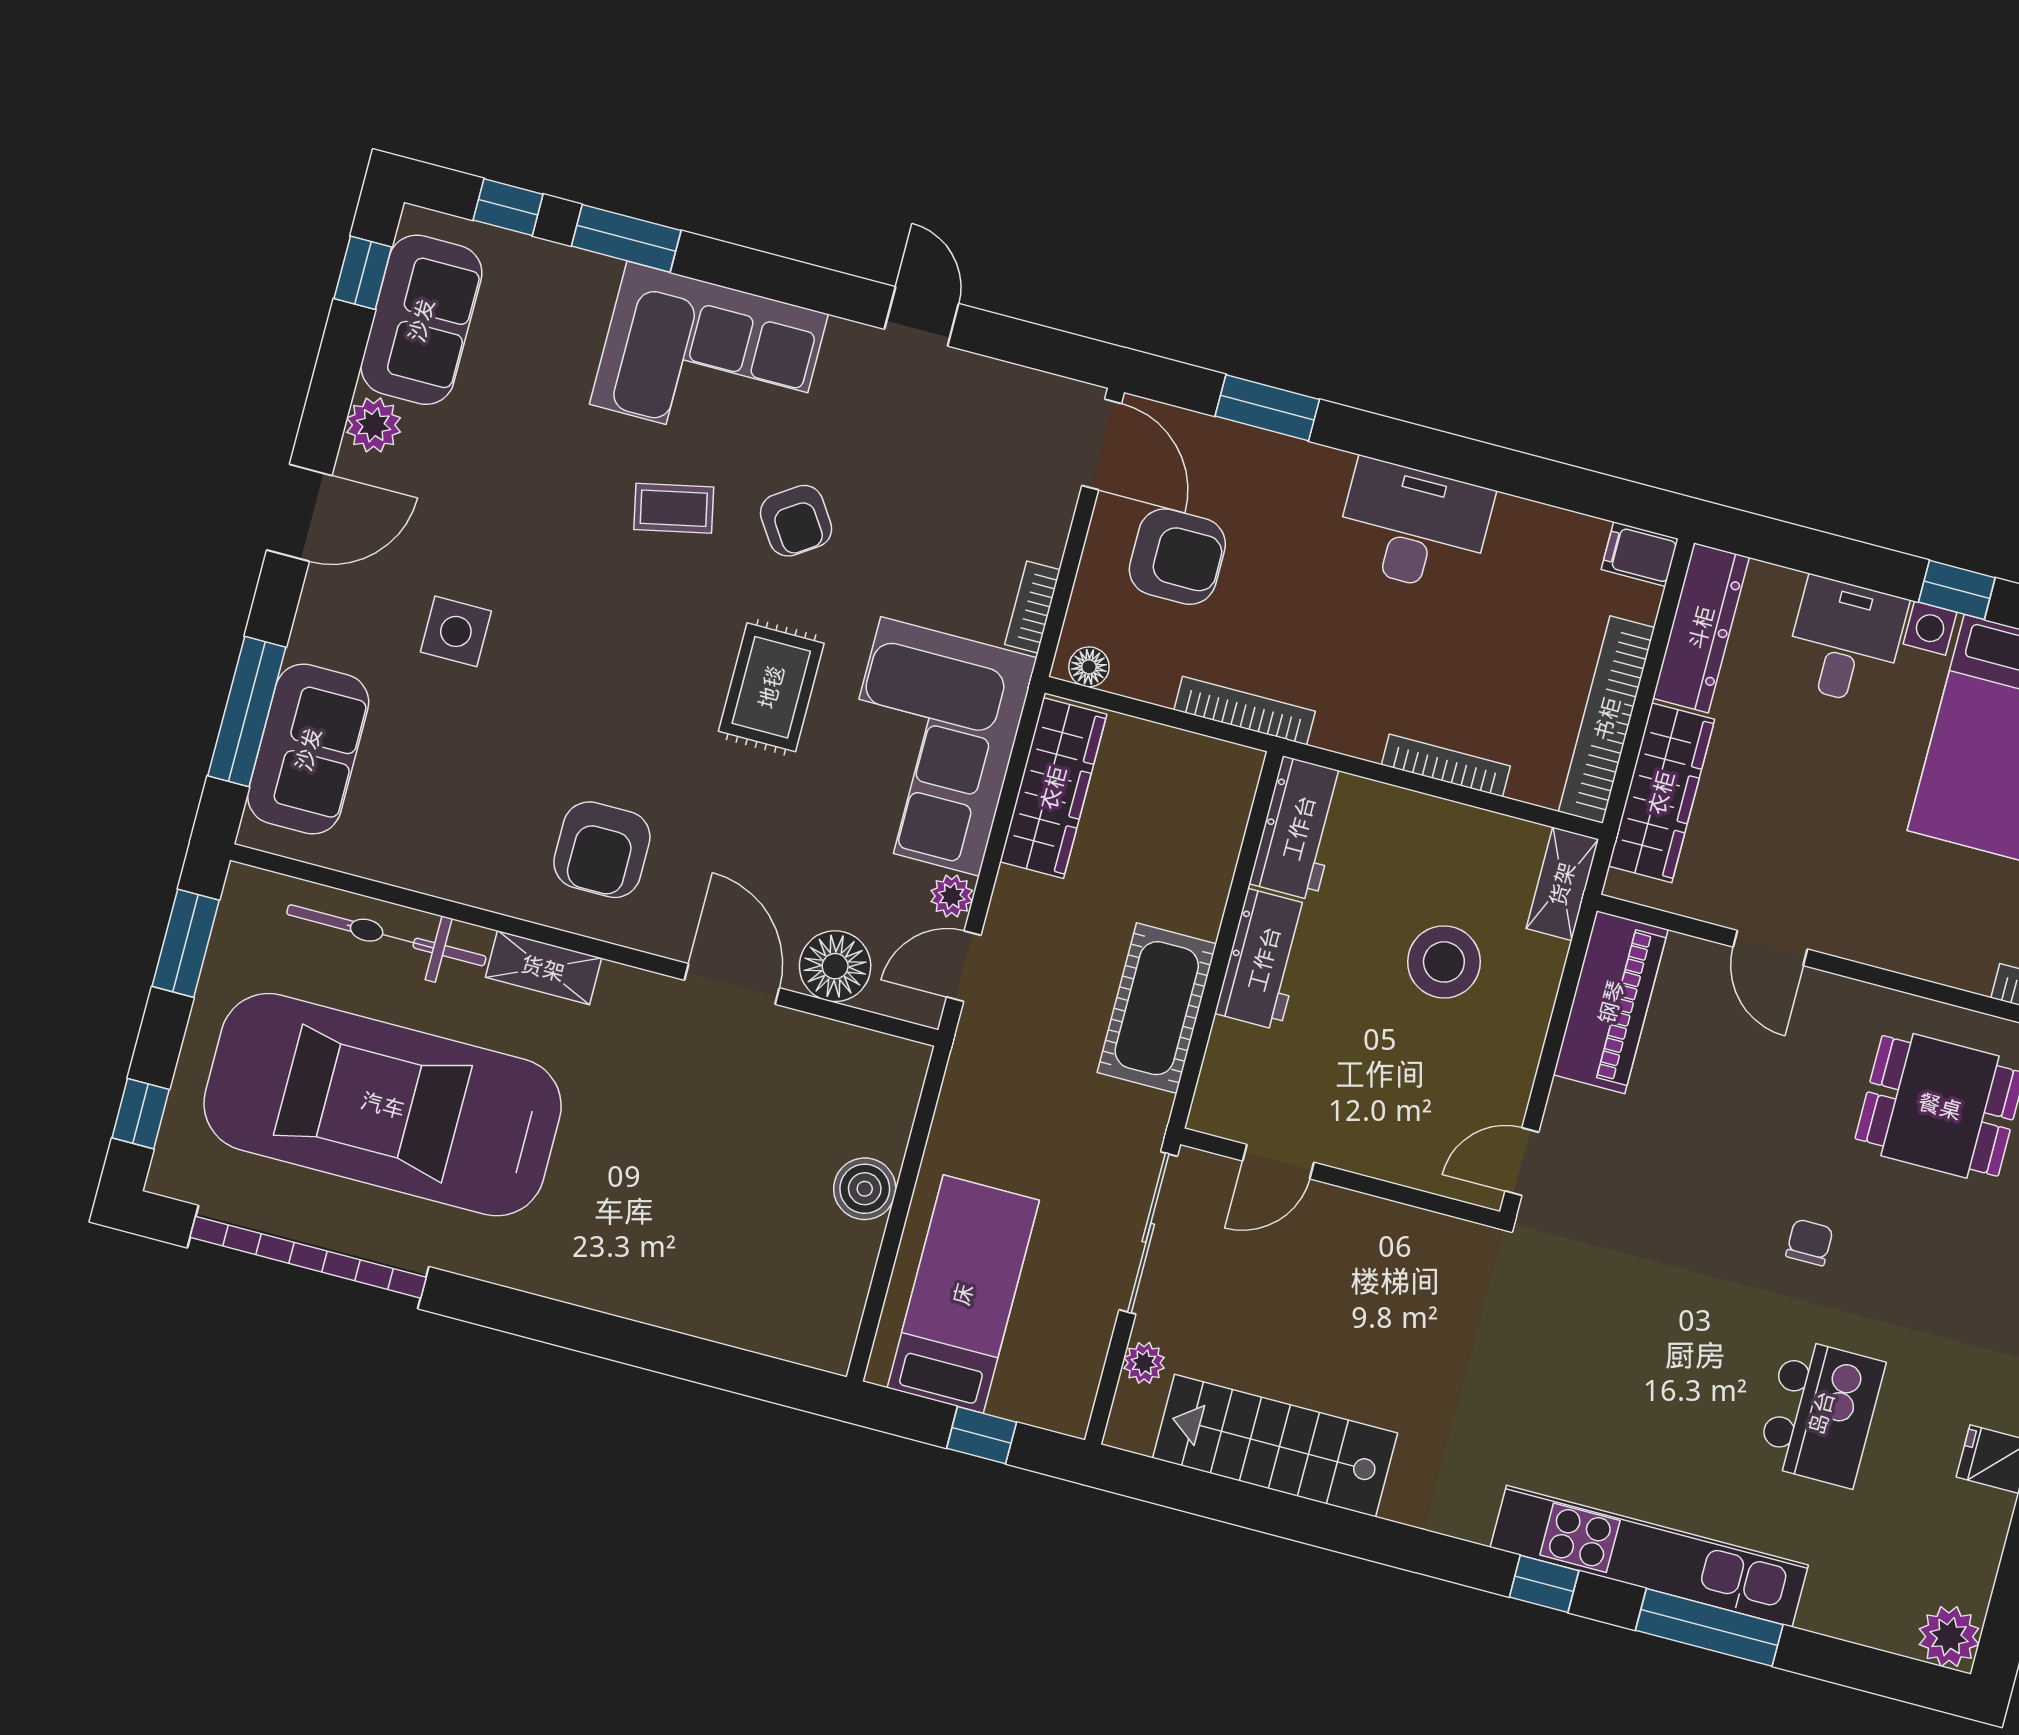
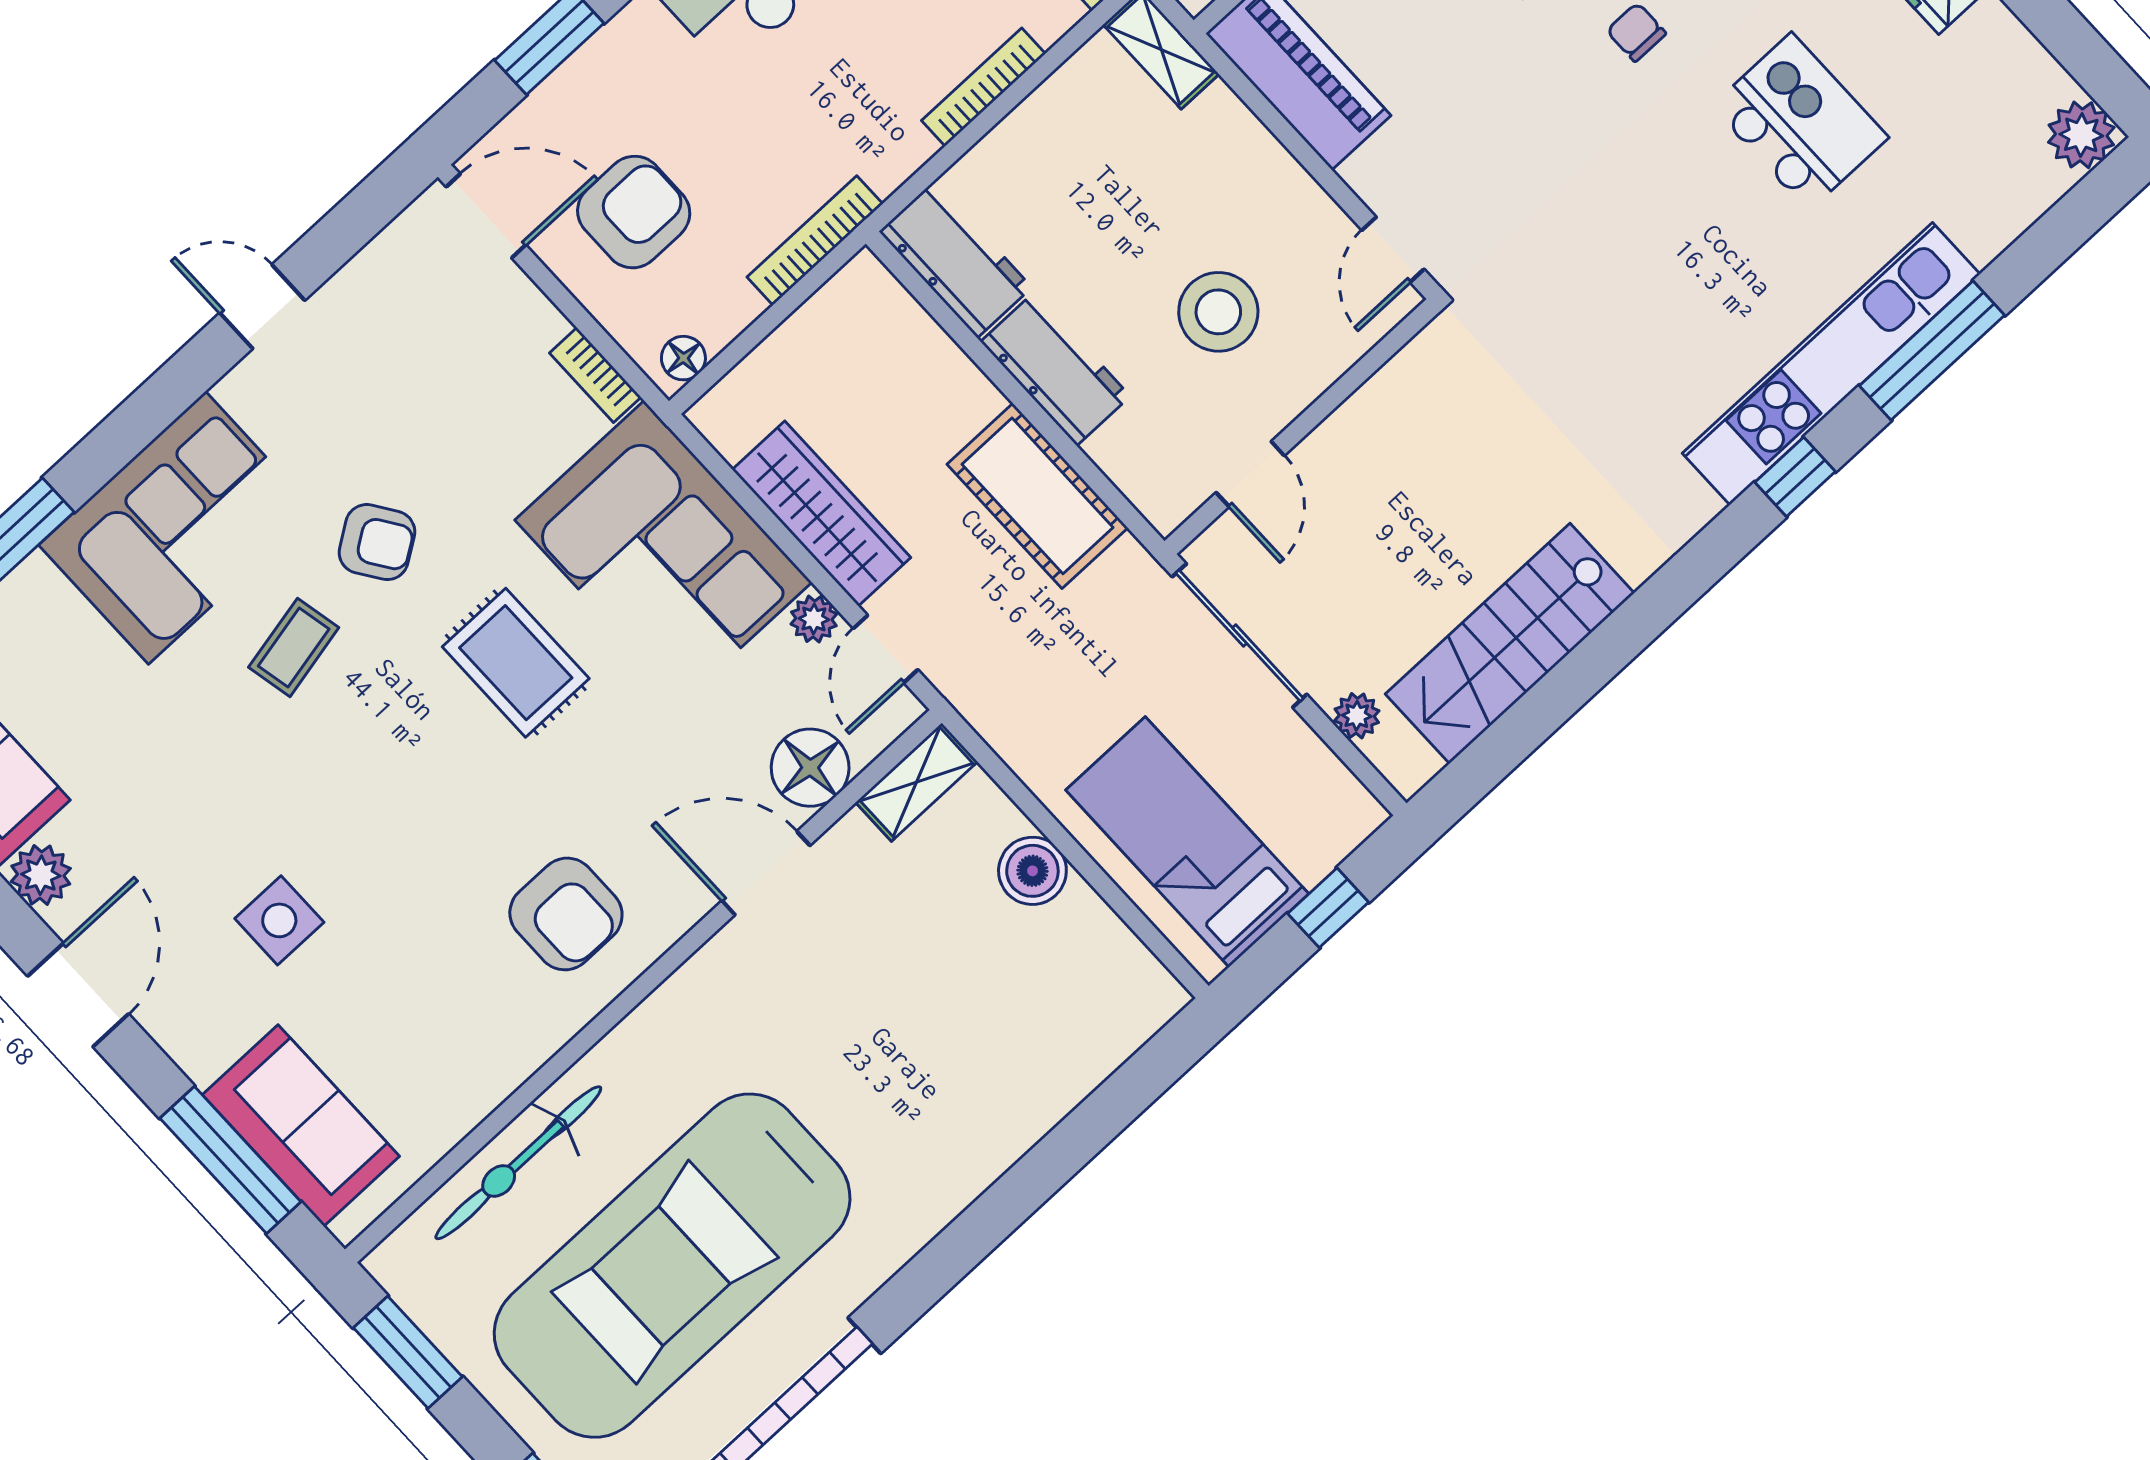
wardrobe: (1053, 788) -> (821, 513), moved
stool: (1444, 962) -> (1218, 312), moved
shelving: (543, 968) -> (917, 782), moved

